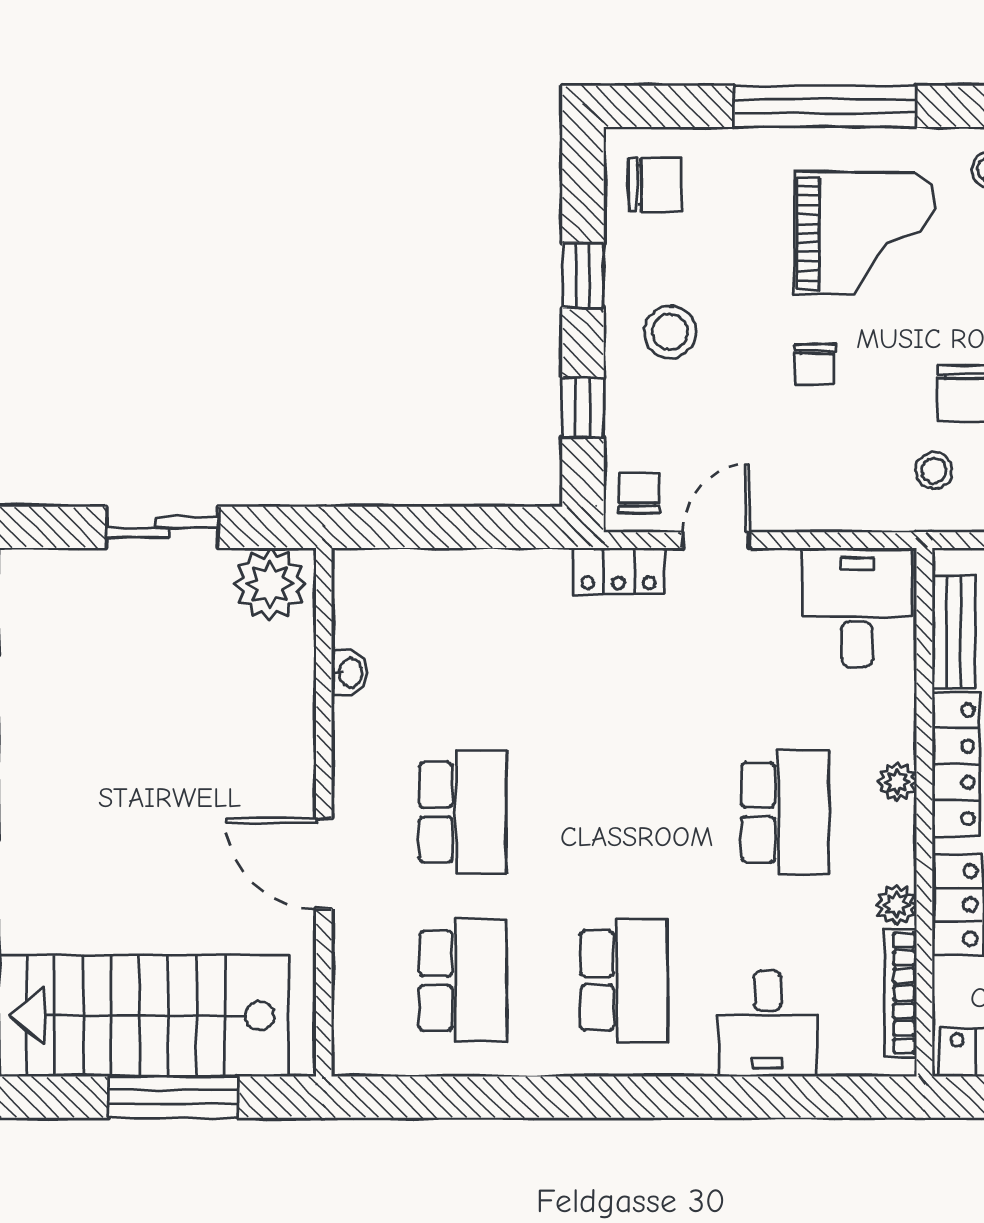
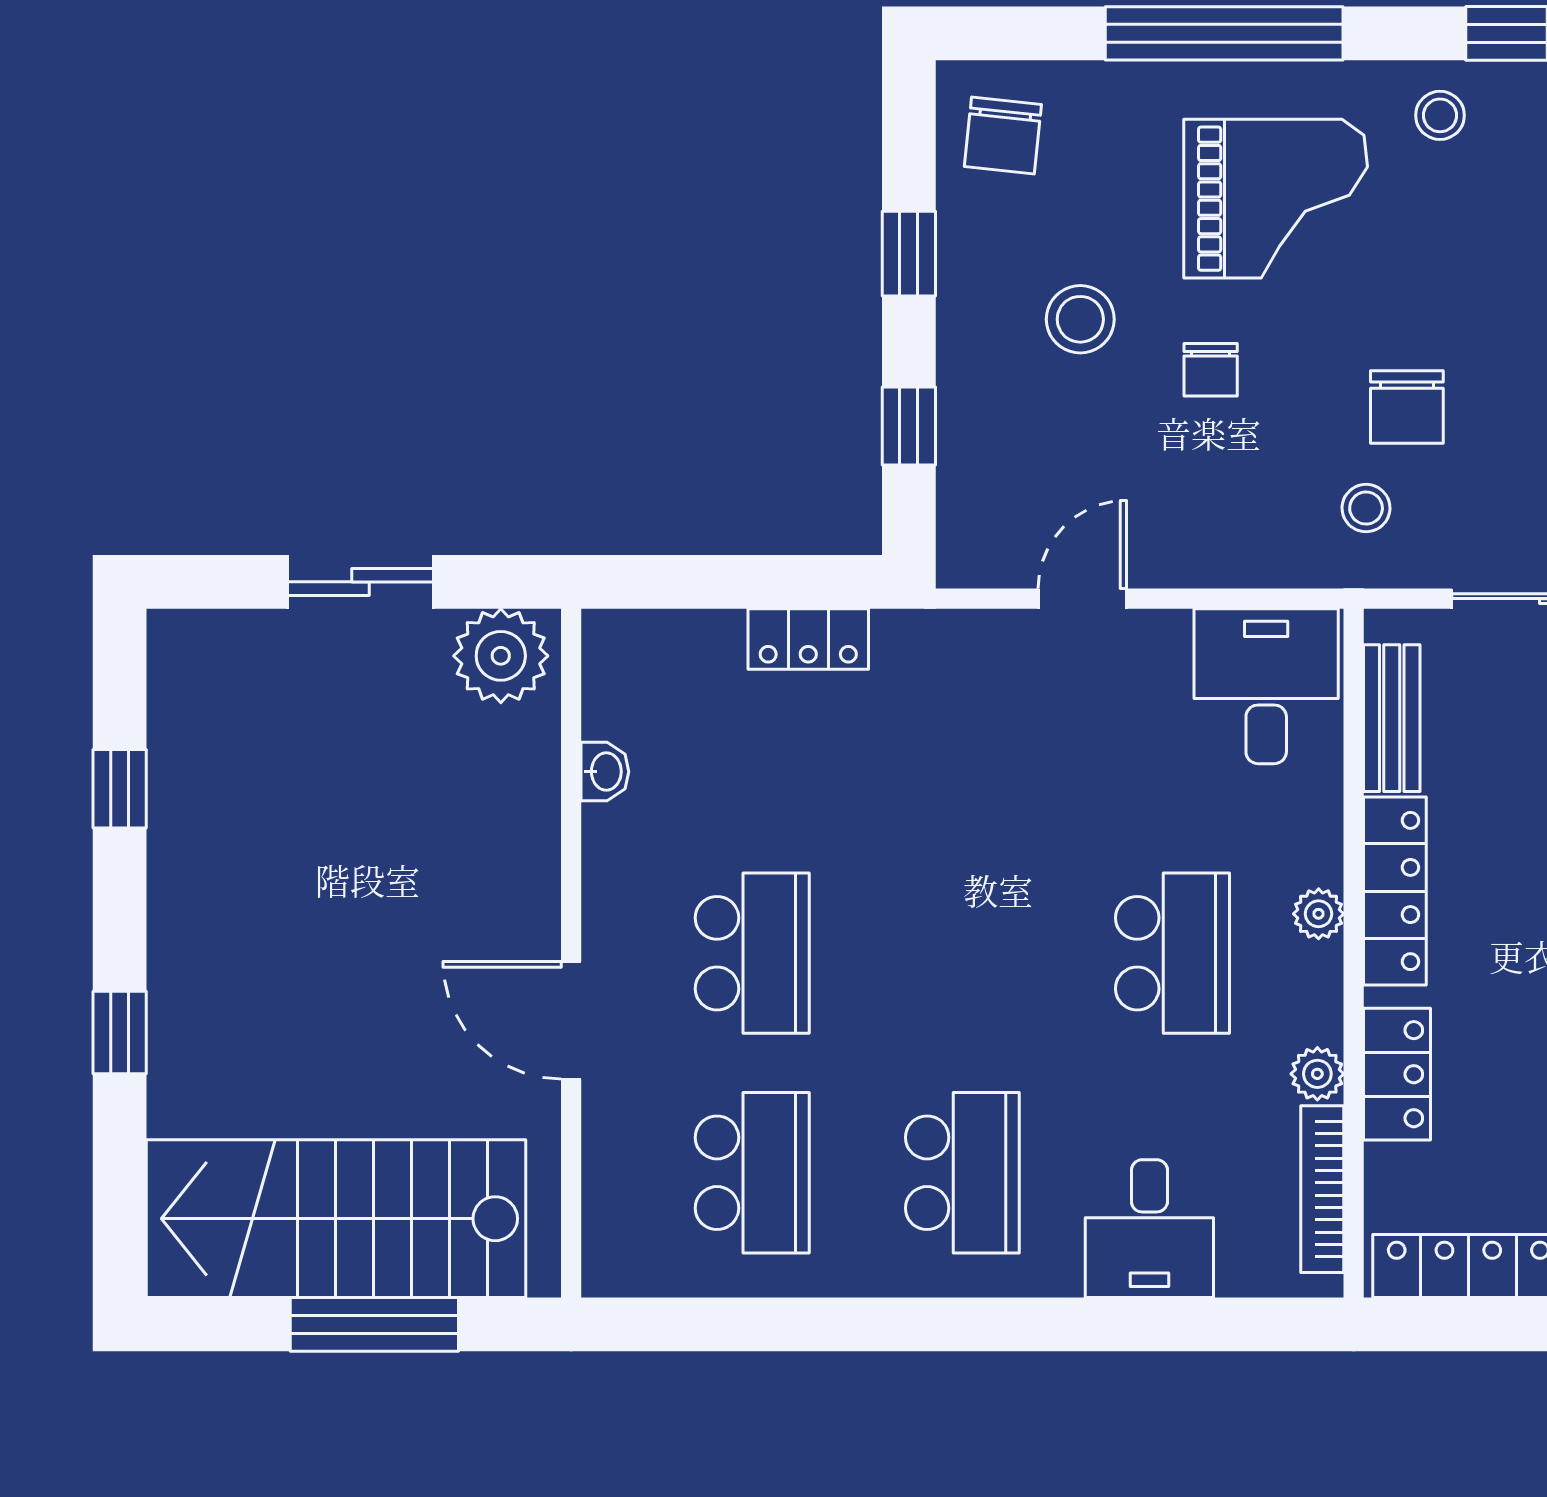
chair: (655, 185) -> (1003, 136), turned 96
stool: (670, 332) -> (1080, 319), moved
chair: (639, 493) -> (982, 537), removed
locker: (619, 571) -> (808, 639), moved

